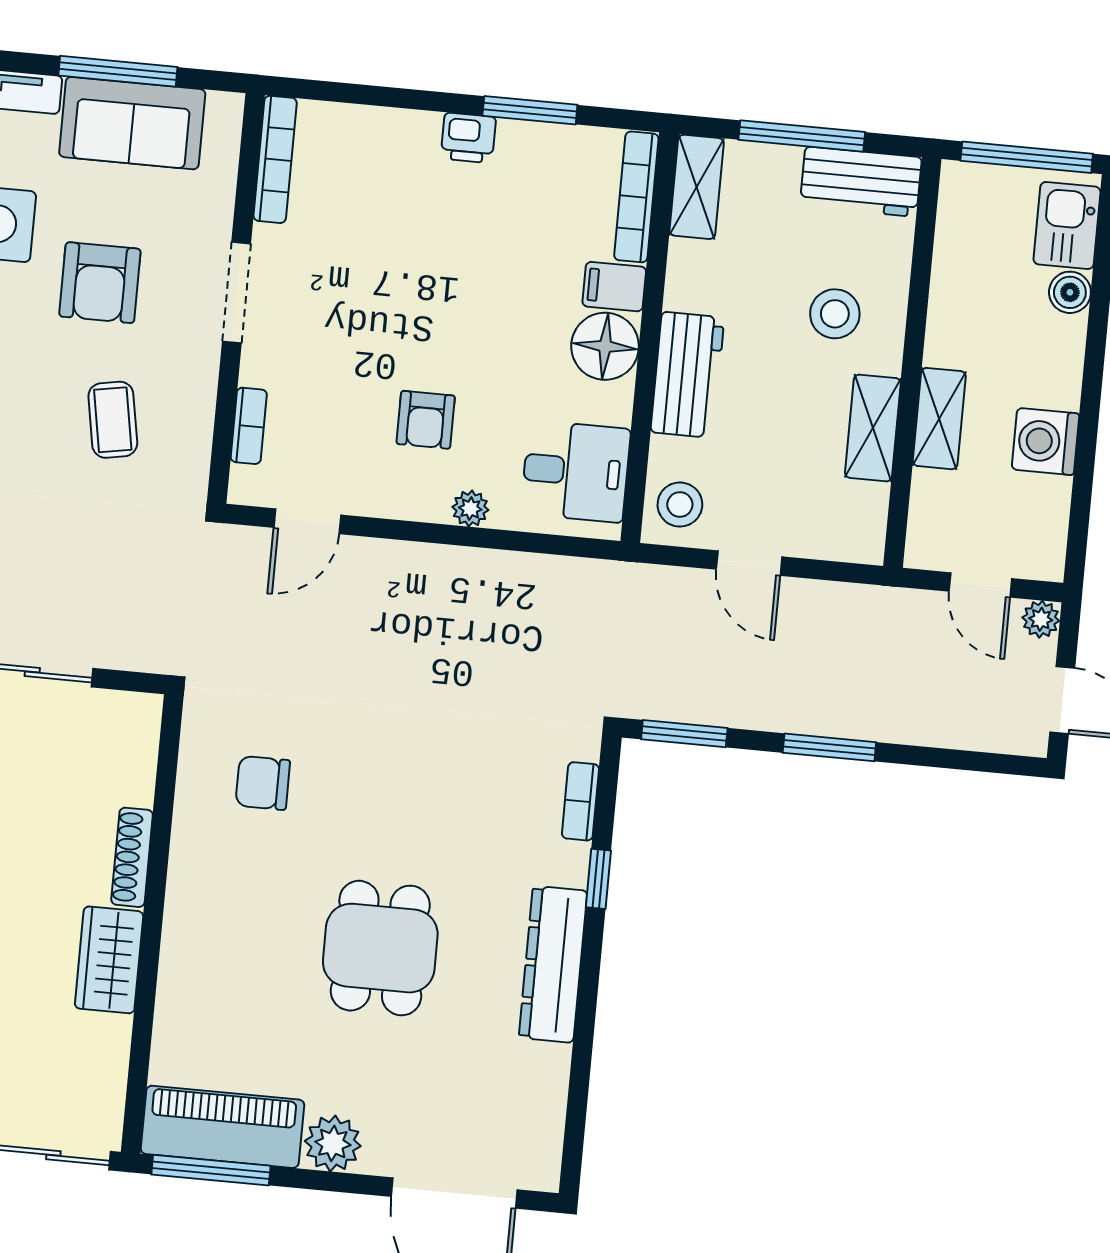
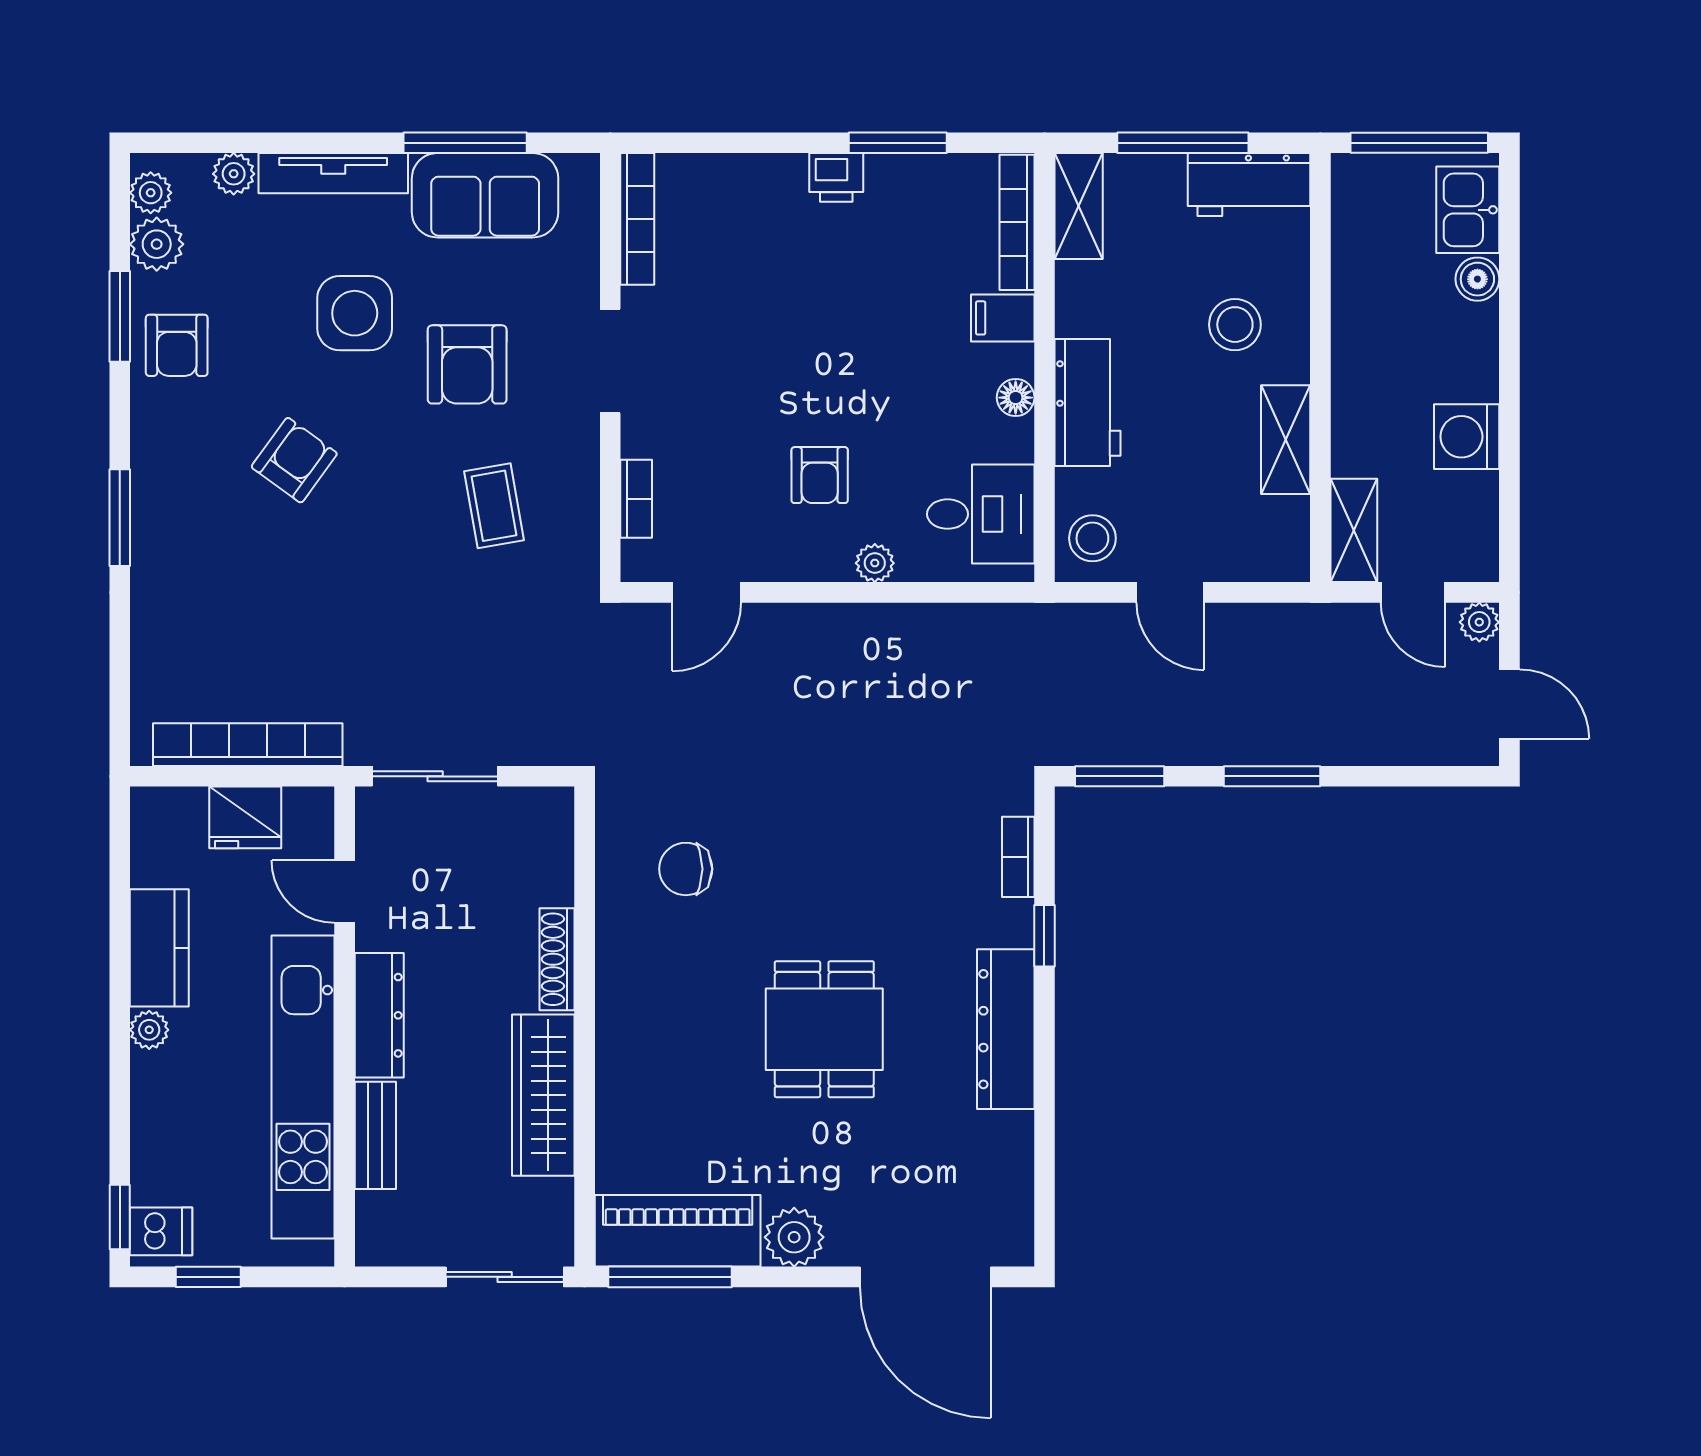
floor lamp: (605, 346) -> (1016, 398), width x0.53, depth x0.53
shelving: (939, 419) -> (1354, 530), moved
wardrobe: (109, 960) -> (543, 1095), width x1.50

